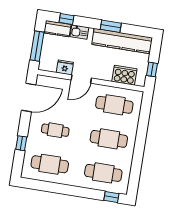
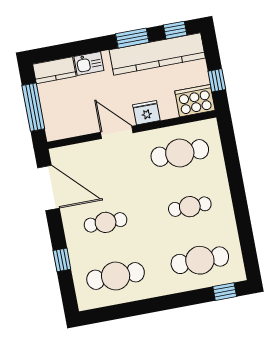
window: (67, 19) -> (175, 30), moved
fridge: (65, 67) -> (146, 113), moved
cooker: (124, 75) -> (195, 101), moved
door: (81, 79) -> (117, 132), swing flipped
door: (29, 97) -> (48, 188), hinge flipped
cafe table: (109, 139) -> (190, 207), width x0.73, depth x0.74

